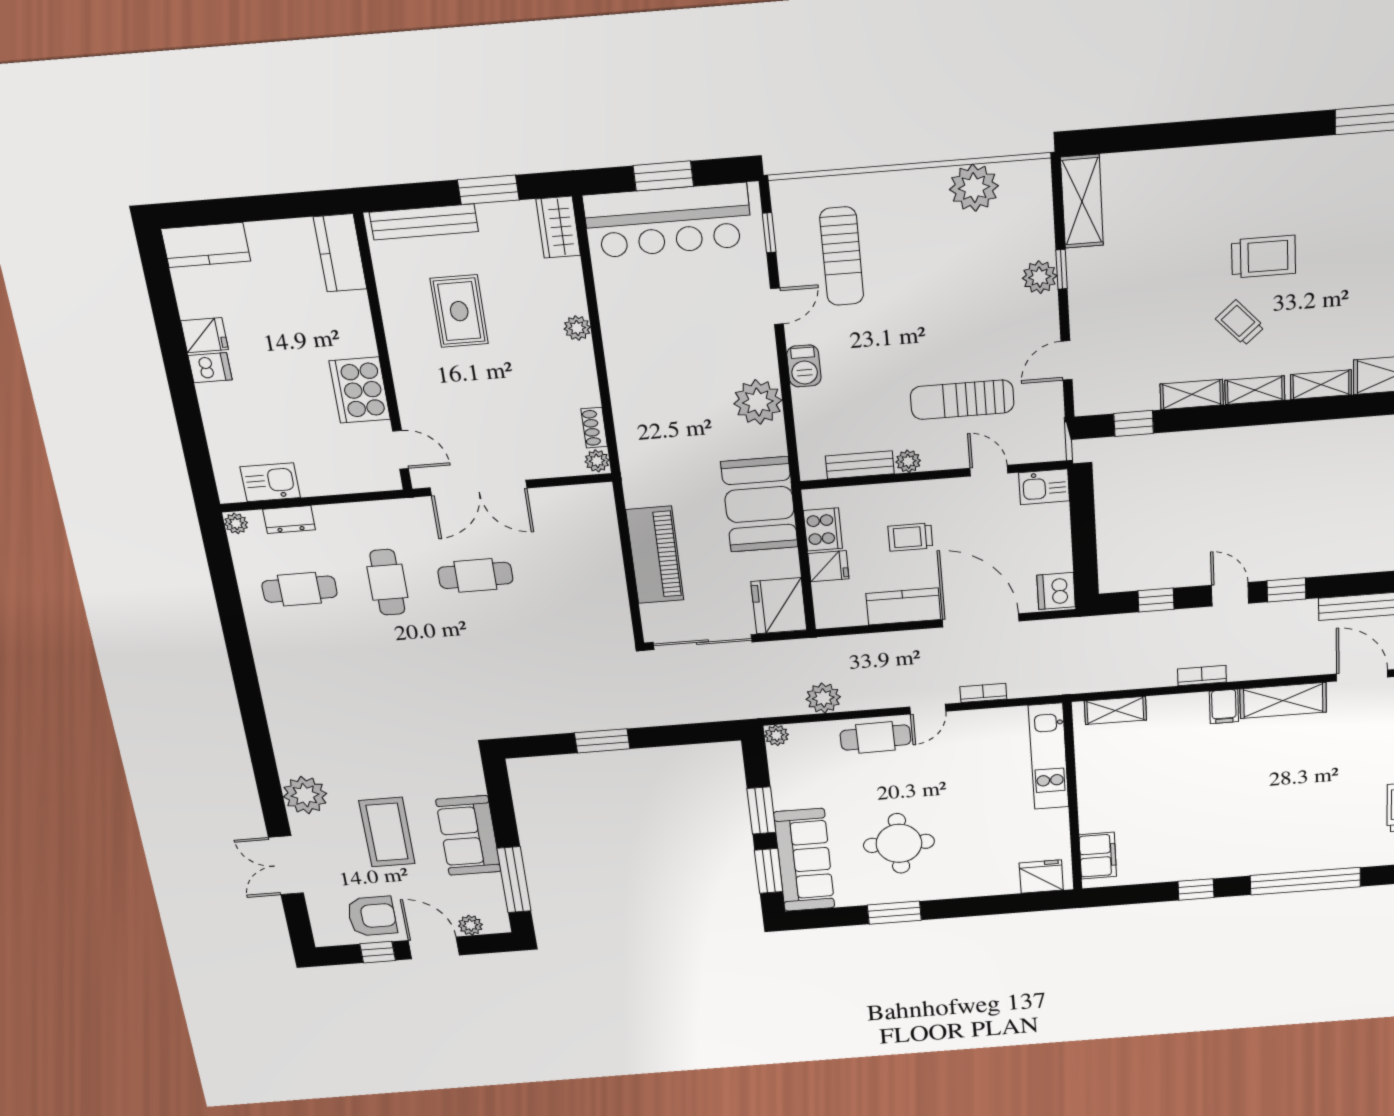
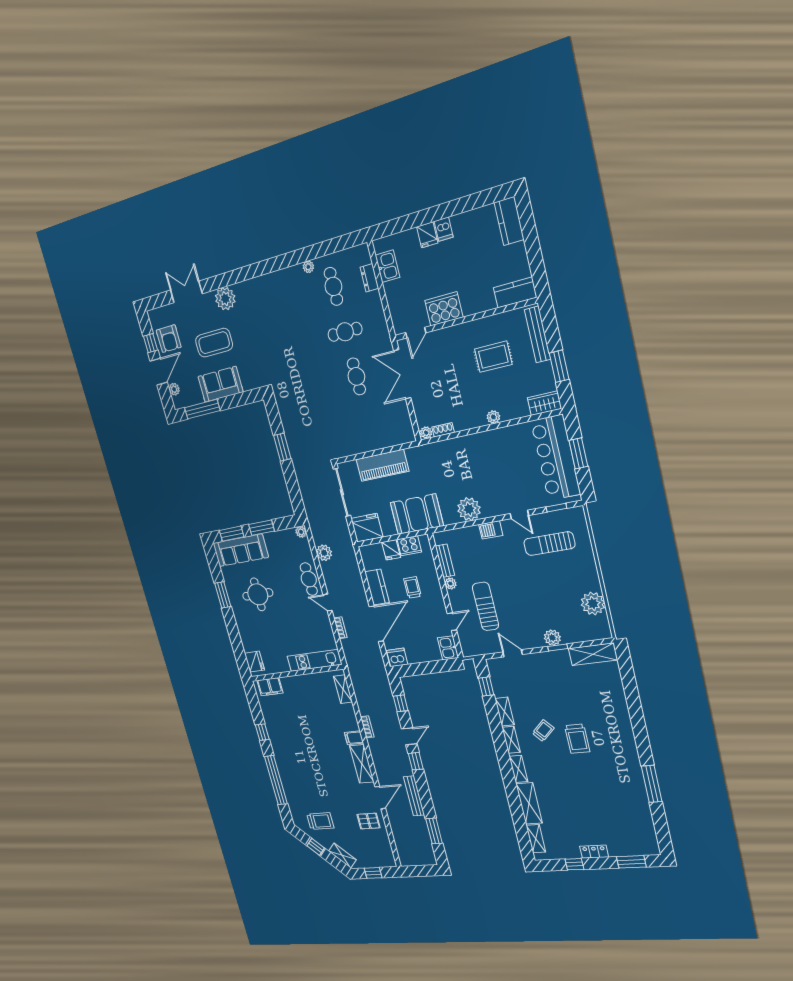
fridge: (205, 335) -> (427, 235), moved
plant: (236, 523) -> (308, 267), moved

